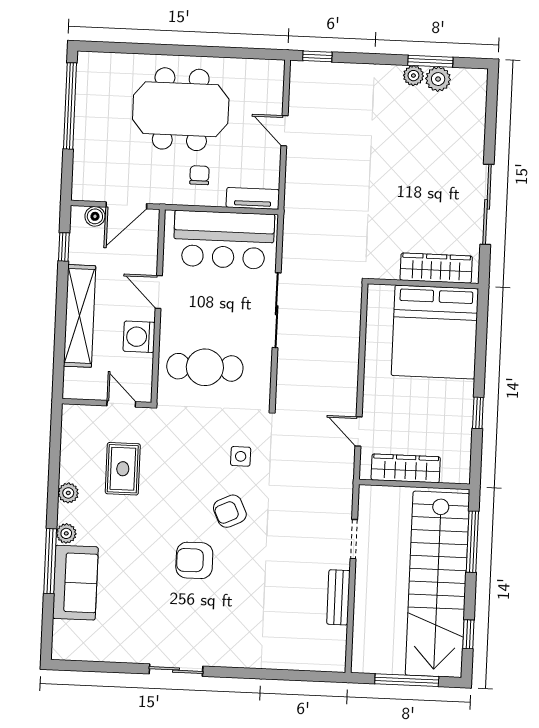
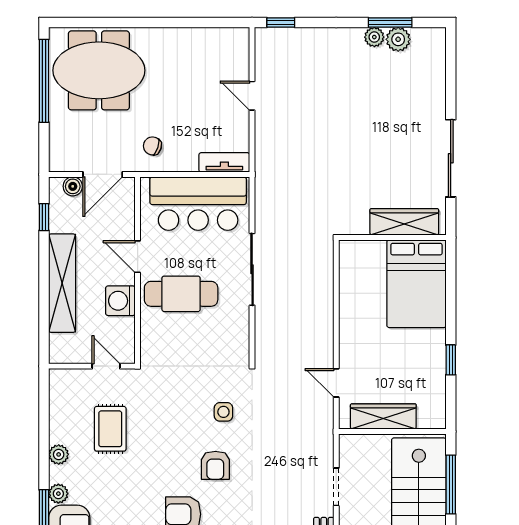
meeting table: (181, 109) -> (99, 70), moved
chair: (199, 175) -> (152, 146), moved, turned -72
bed: (435, 332) -> (416, 284), width x0.73
cafe table: (205, 367) -> (181, 294), moved
armchair: (230, 511) -> (215, 465), turned -65

